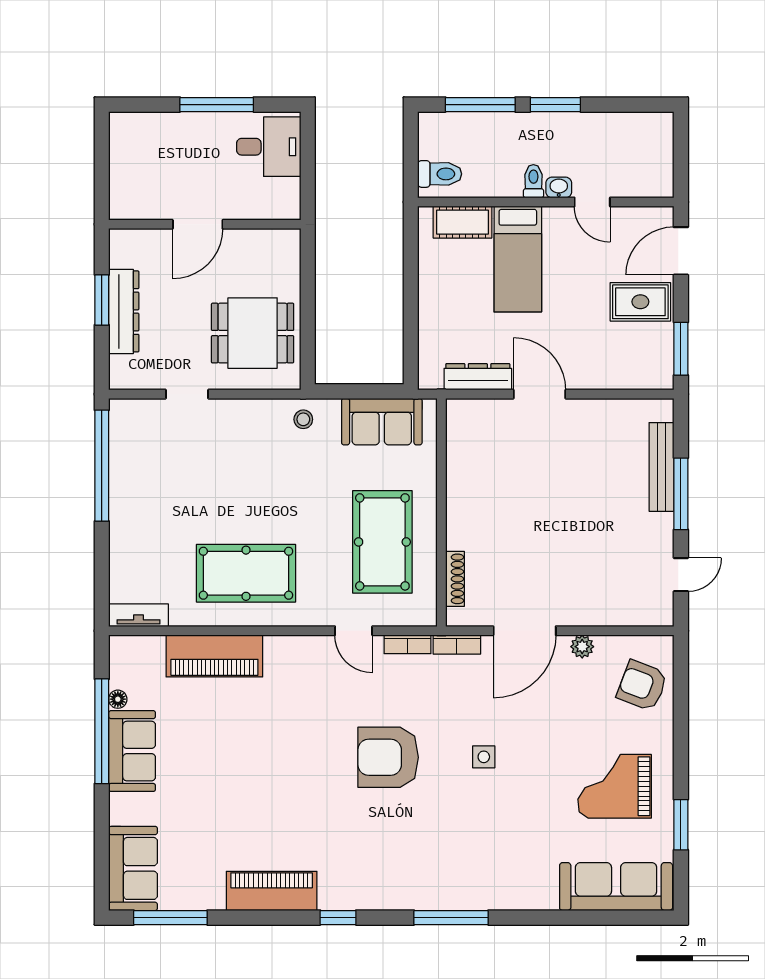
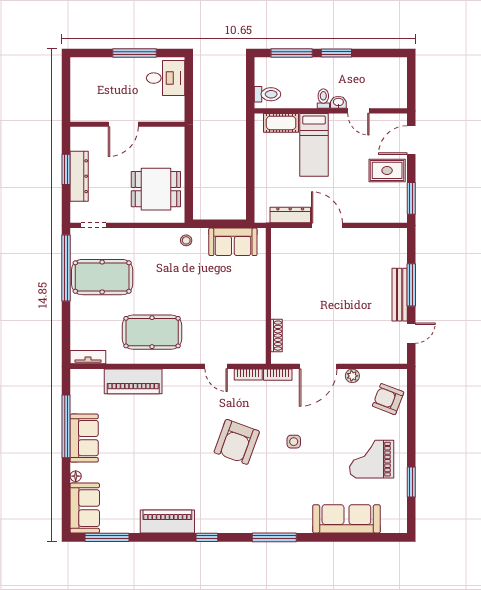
doorway: (187, 394) -> (93, 225), moved
bench: (661, 467) -> (400, 295), moved
pool table: (382, 542) -> (102, 277), moved, turned 90
floor lamp: (118, 699) -> (76, 476), moved
armchair: (388, 757) -> (237, 442), turned -70
sofa: (616, 887) -> (346, 519), moved

